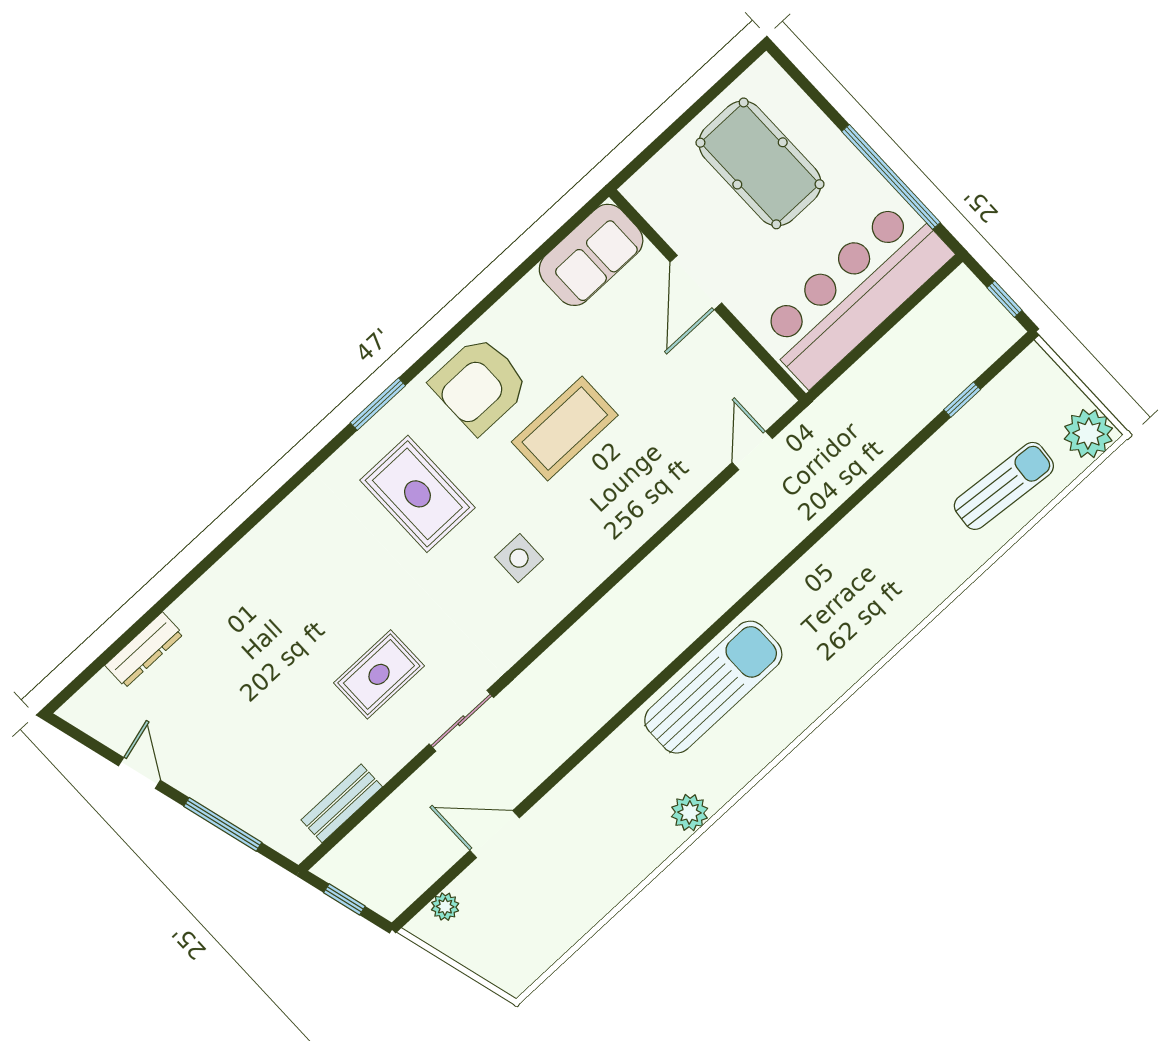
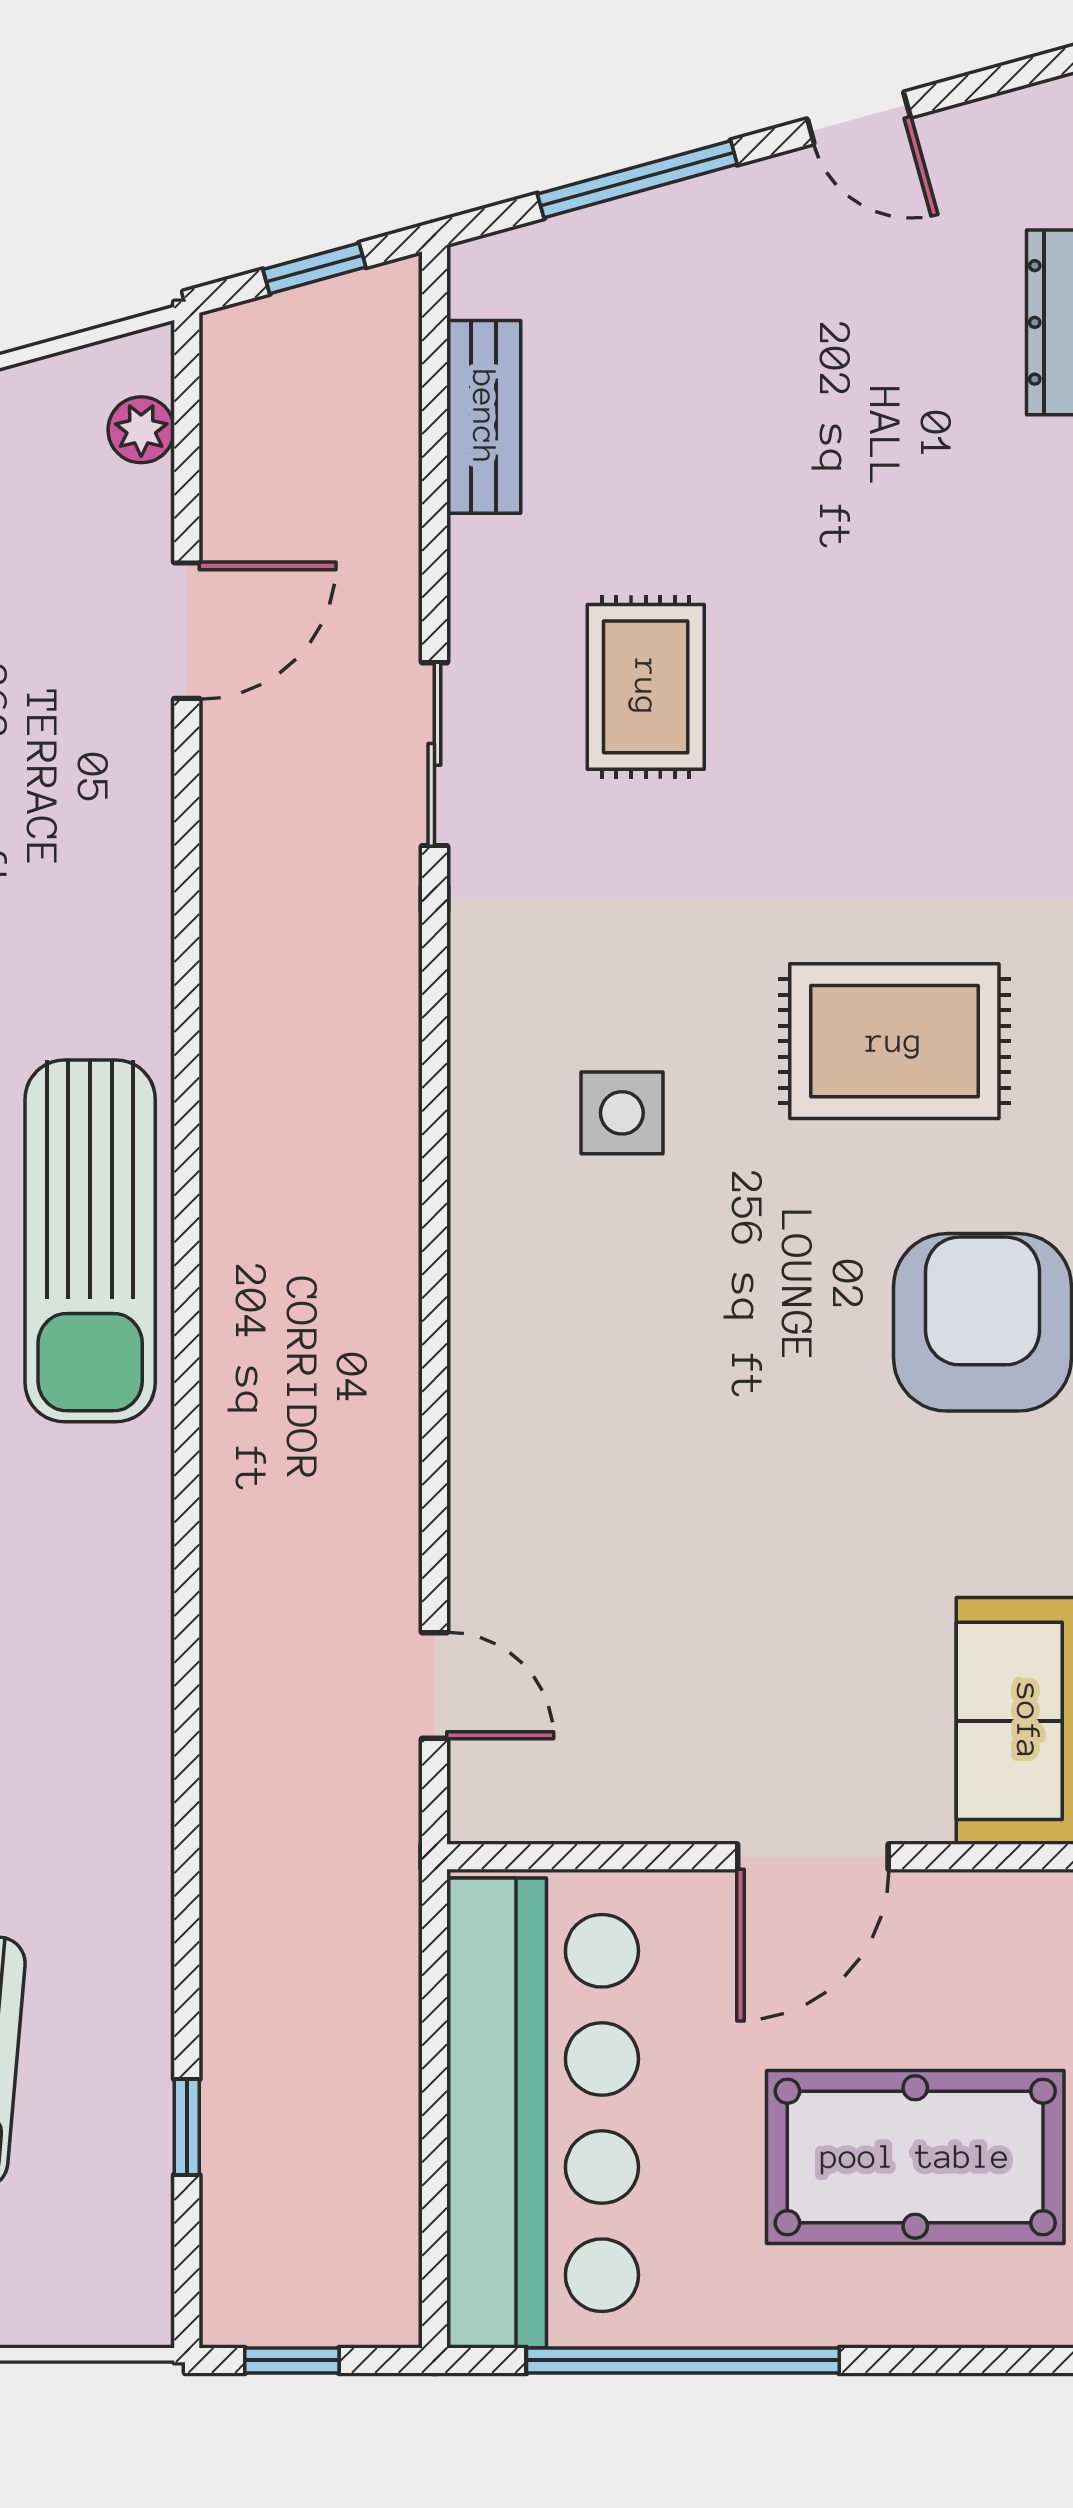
door: (696, 283) -> (813, 1857), swing flipped
coffee table: (565, 429) -> (771, 1399), removed

